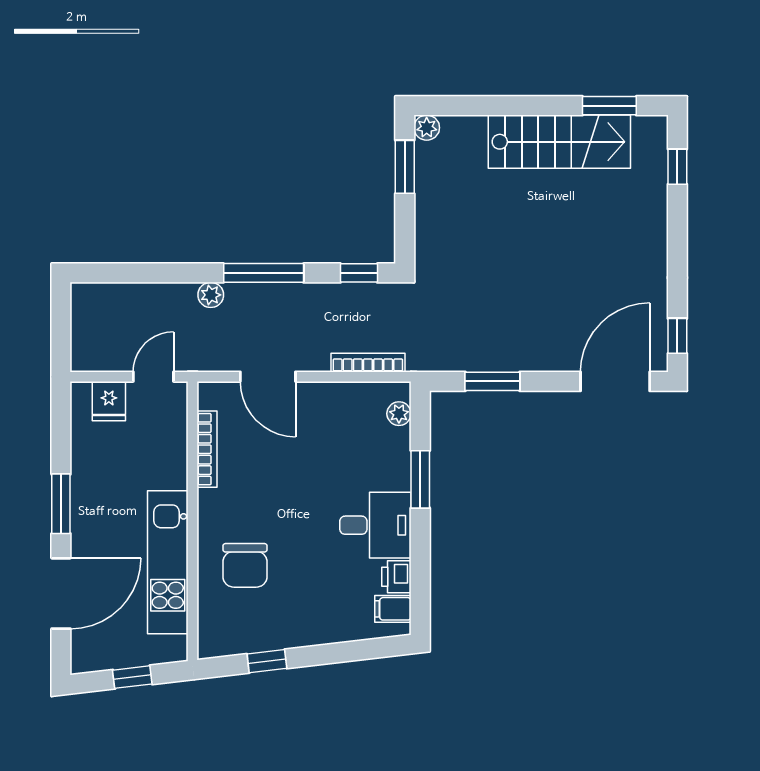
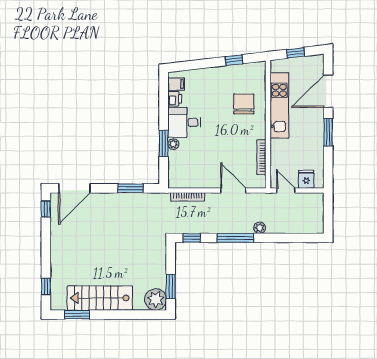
plant: (427, 128) -> (156, 299), width x1.87, depth x1.87
door: (153, 377) -> (286, 190), swing flipped
plant: (399, 414) -> (173, 144), moved

